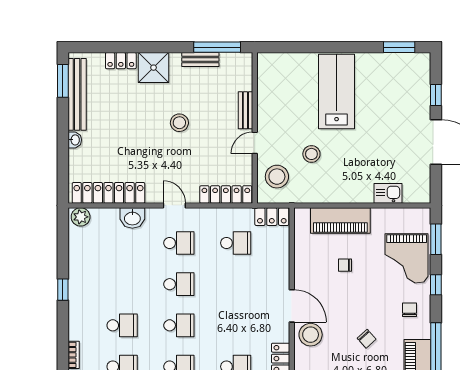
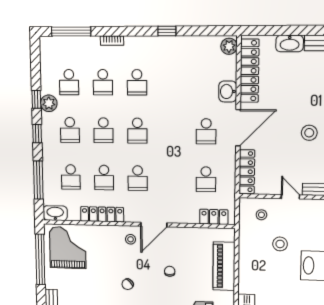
washbasin: (75, 140) -> (290, 44), width x1.91, depth x1.45
stool: (277, 177) -> (261, 215), width x0.53, depth x0.53
door: (174, 205) -> (238, 128), width x1.87
locker: (272, 217) -> (214, 217), moved, turned 90
chair: (345, 265) -> (170, 271), moved
school desk: (179, 284) -> (138, 178), moved
stool: (311, 335) -> (131, 239), width x0.53, depth x0.53

